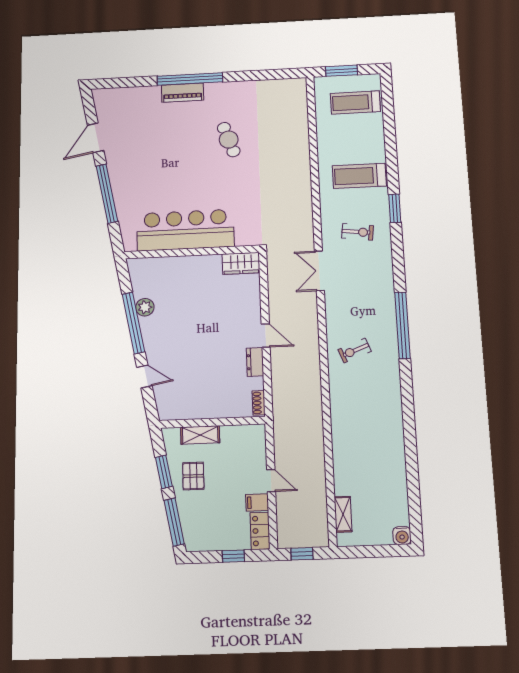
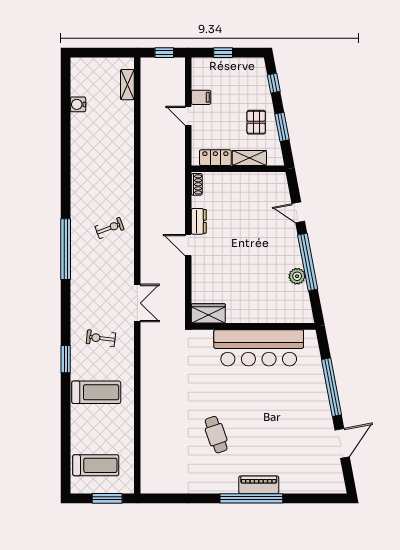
window: (174, 522) -> (274, 83), width x0.46
locker: (260, 531) -> (215, 158), moved, turned -90
water cooler: (402, 536) -> (78, 104), moved, turned -90

